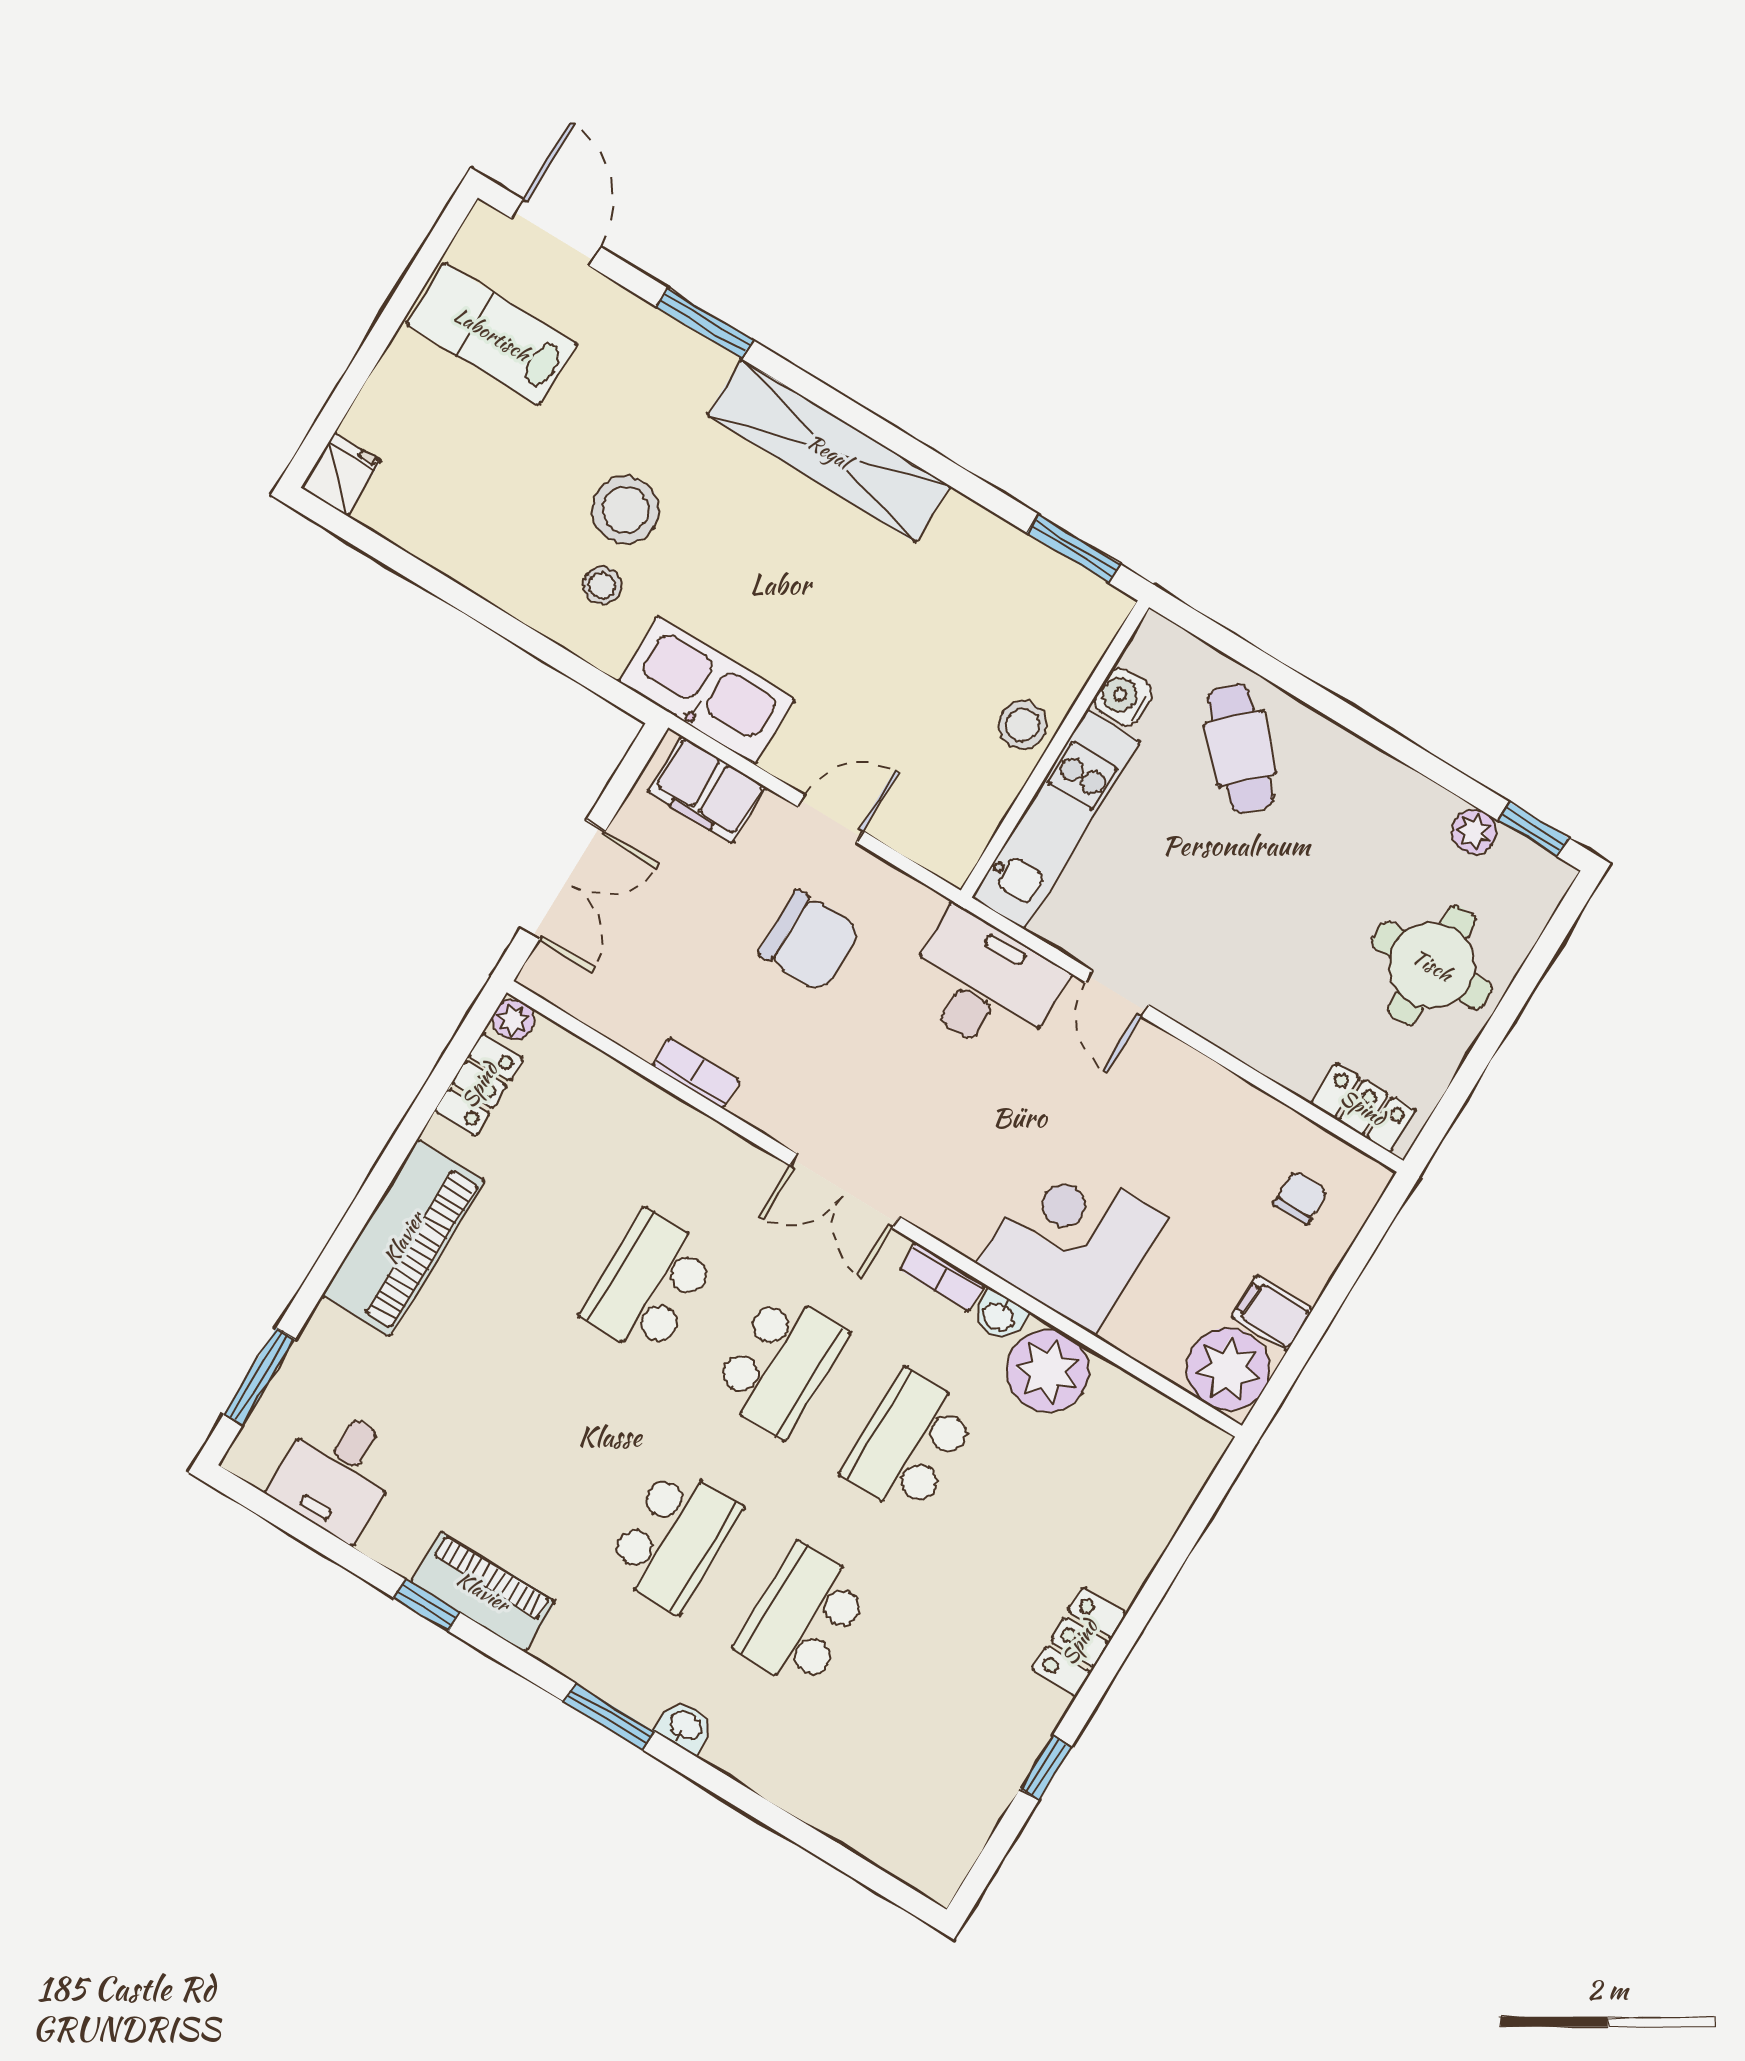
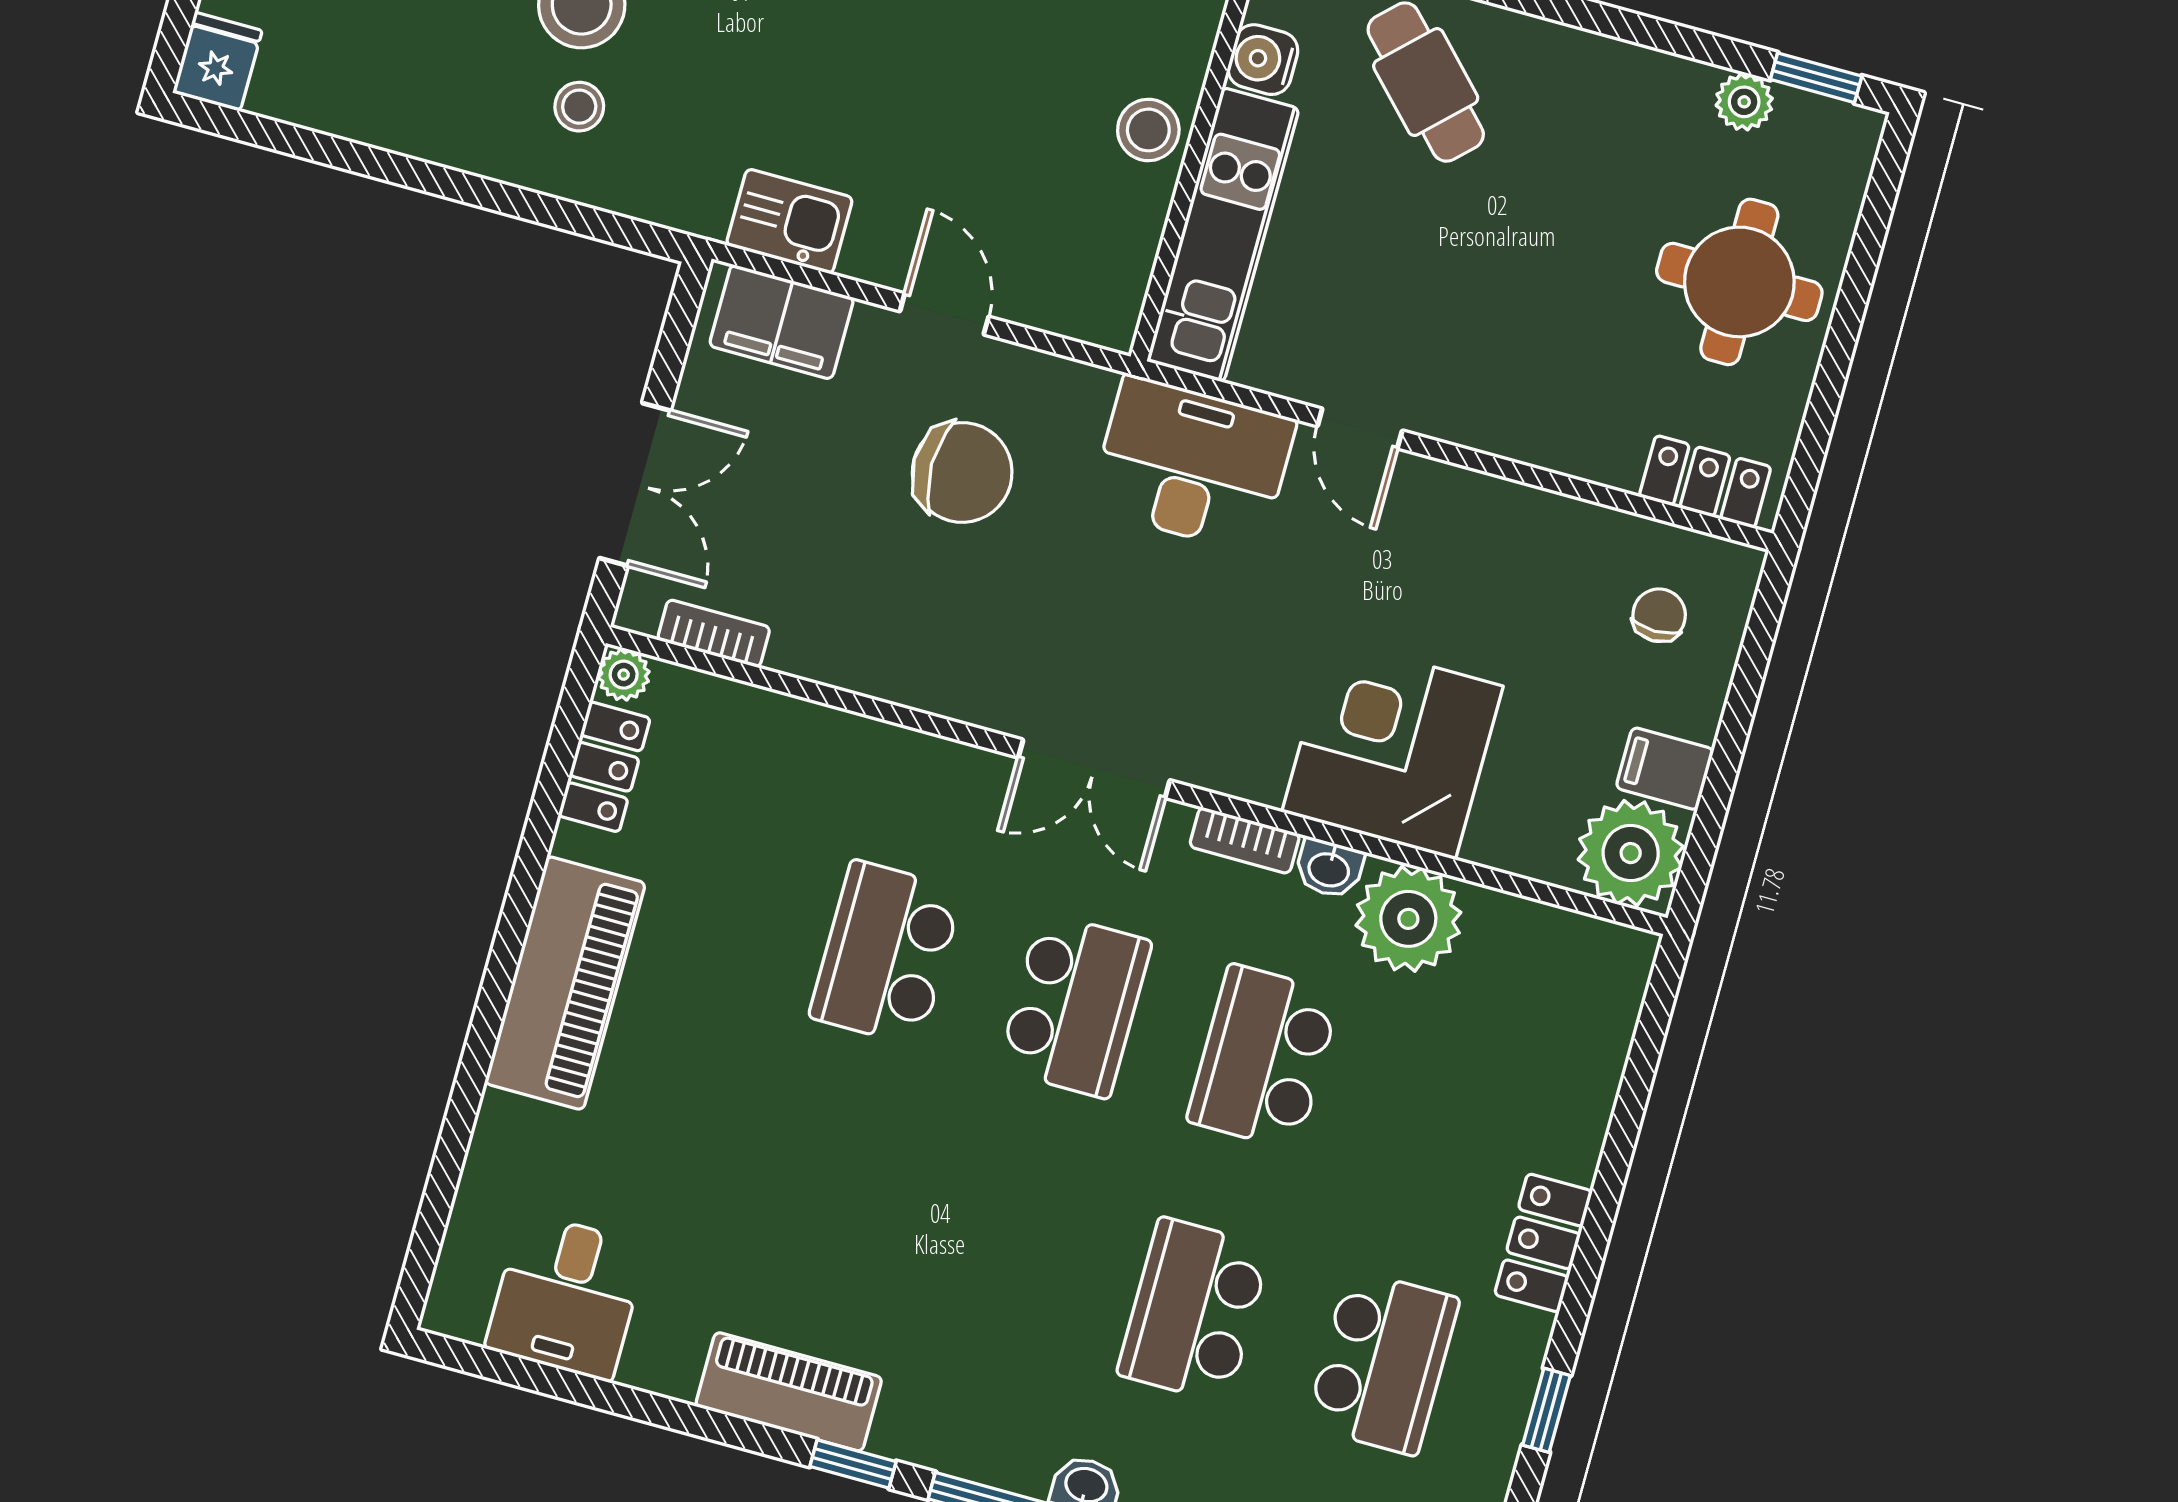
kitchen sink: (706, 690) -> (789, 221), width x0.53, depth x0.81
door: (830, 819) -> (944, 314), hinge flipped
bookcase: (696, 1073) -> (714, 633), moved
window: (259, 1377) -> (436, 1206), removed
school desk: (673, 1538) -> (1383, 1362), moved
window: (427, 1605) -> (853, 1464), moved

